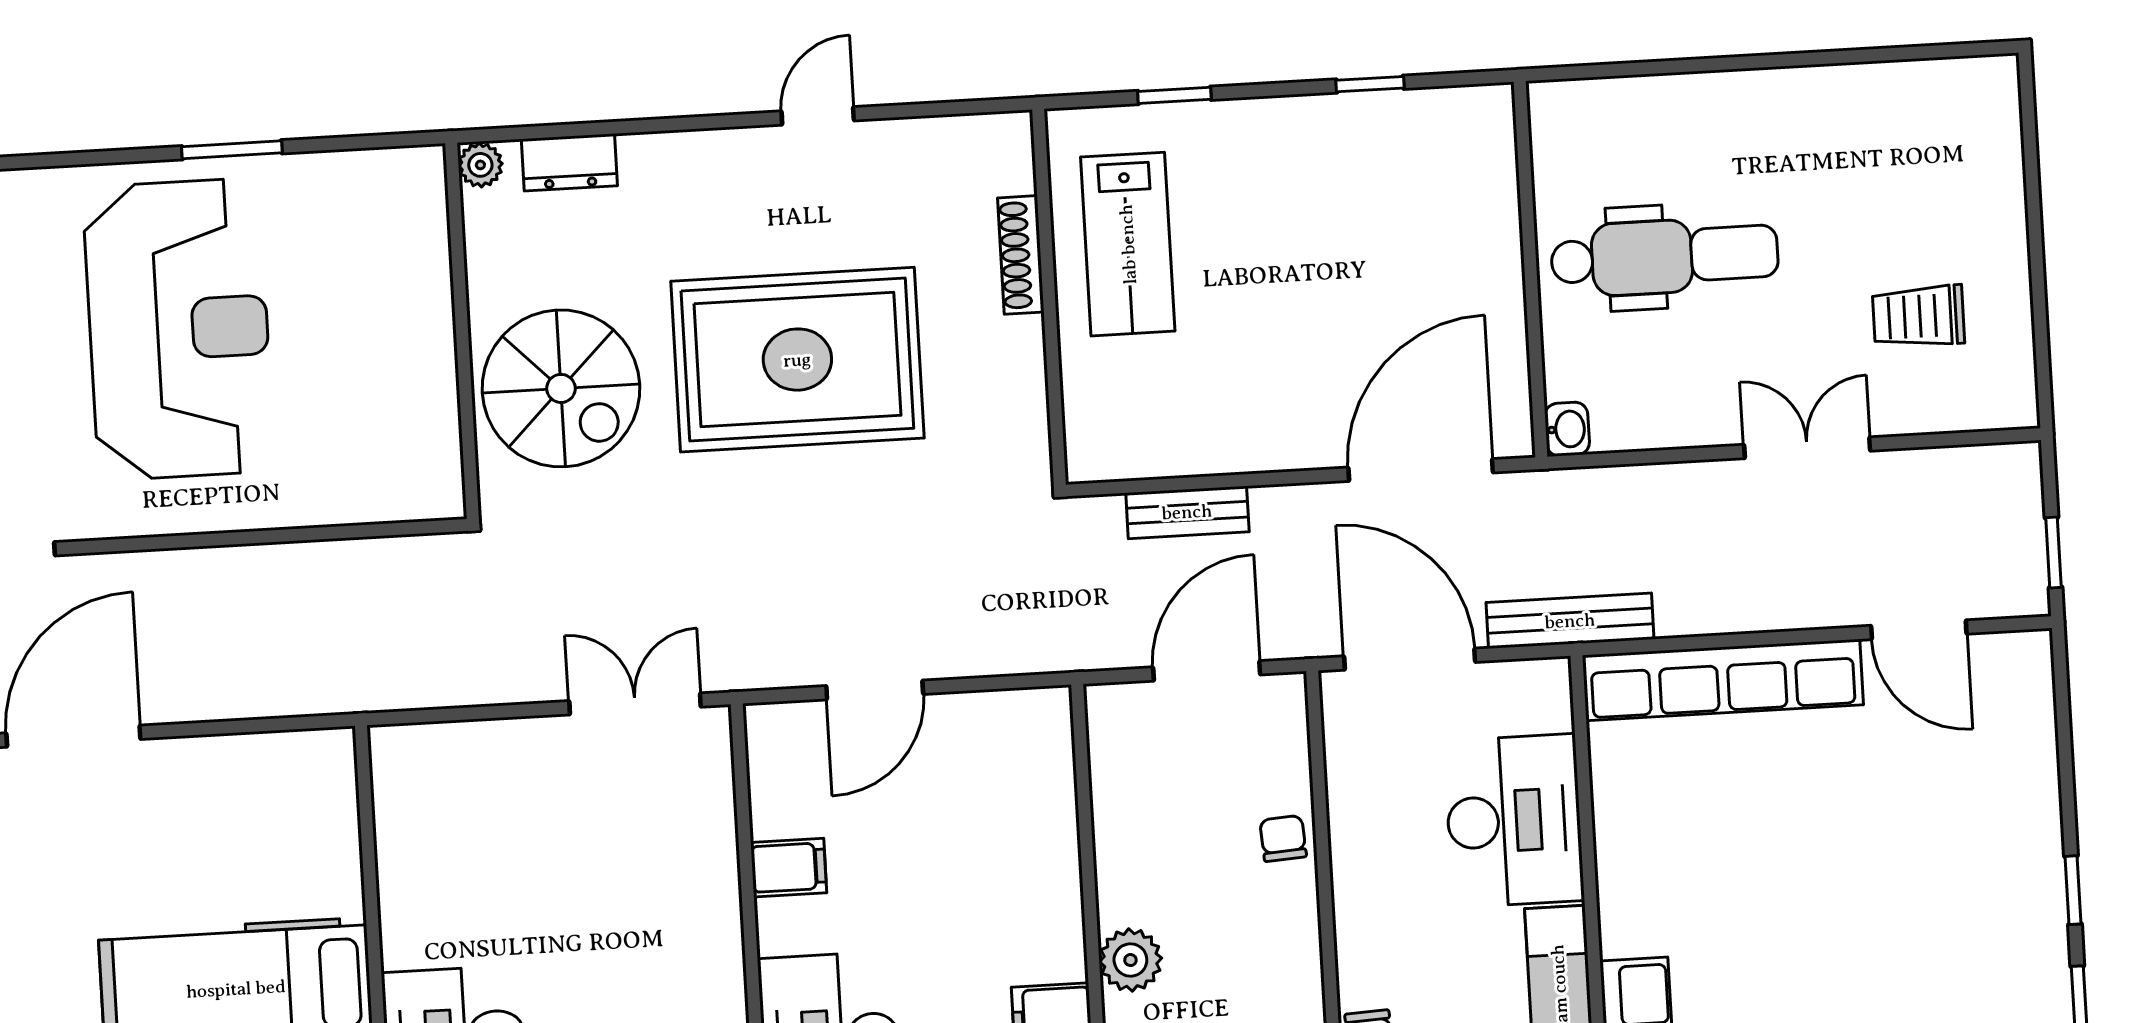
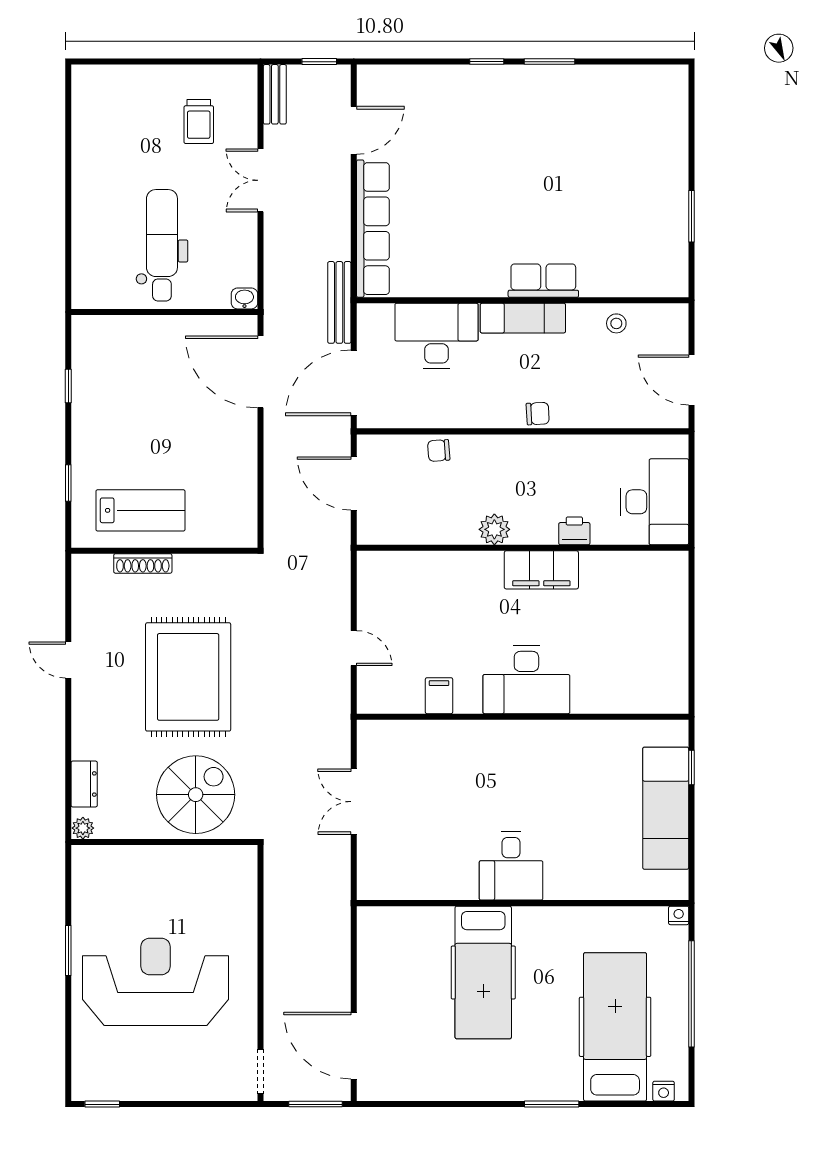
bench: (1187, 512) -> (275, 94), moved
door: (875, 690) -> (354, 648), width x0.73
double door: (635, 704) -> (354, 802), moved

